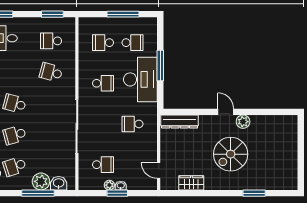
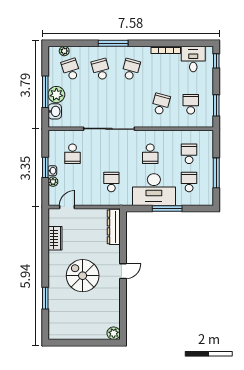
school desk: (132, 43) -> (189, 182), turned 180
plant: (243, 122) -> (114, 333), moved
plant: (109, 185) -> (53, 182), moved

